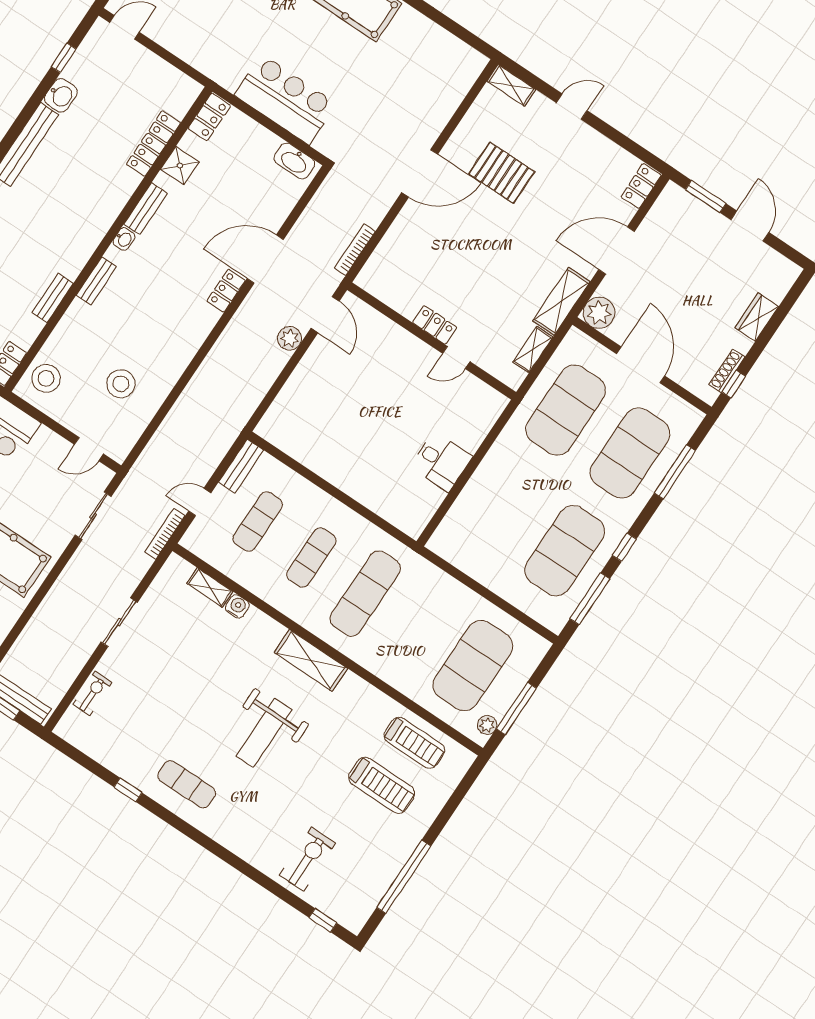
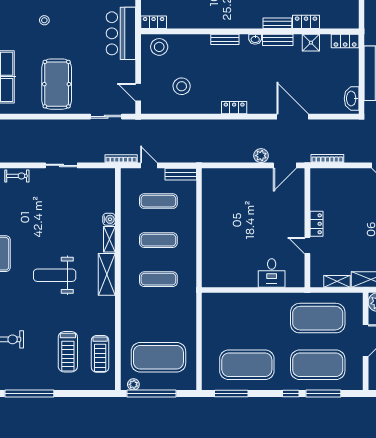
locker: (154, 144) -> (306, 22), width x0.66
locker: (226, 291) -> (234, 108), moved
bench: (53, 298) -> (277, 23), moved
desk: (441, 462) -> (272, 273), moved
window: (624, 547) -> (291, 394), moved
shelving: (210, 588) -> (109, 239), moved
exercise mat: (365, 594) -> (158, 279), width x0.73, depth x0.69
window: (516, 708) -> (152, 394), width x1.46

